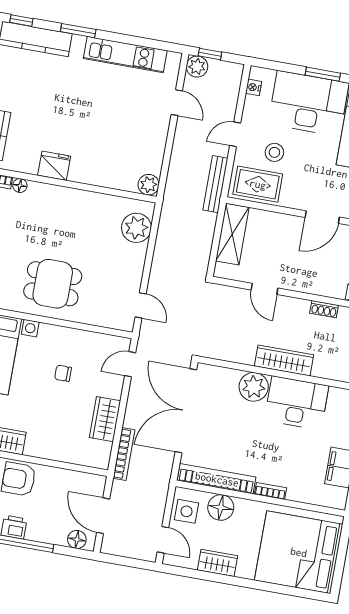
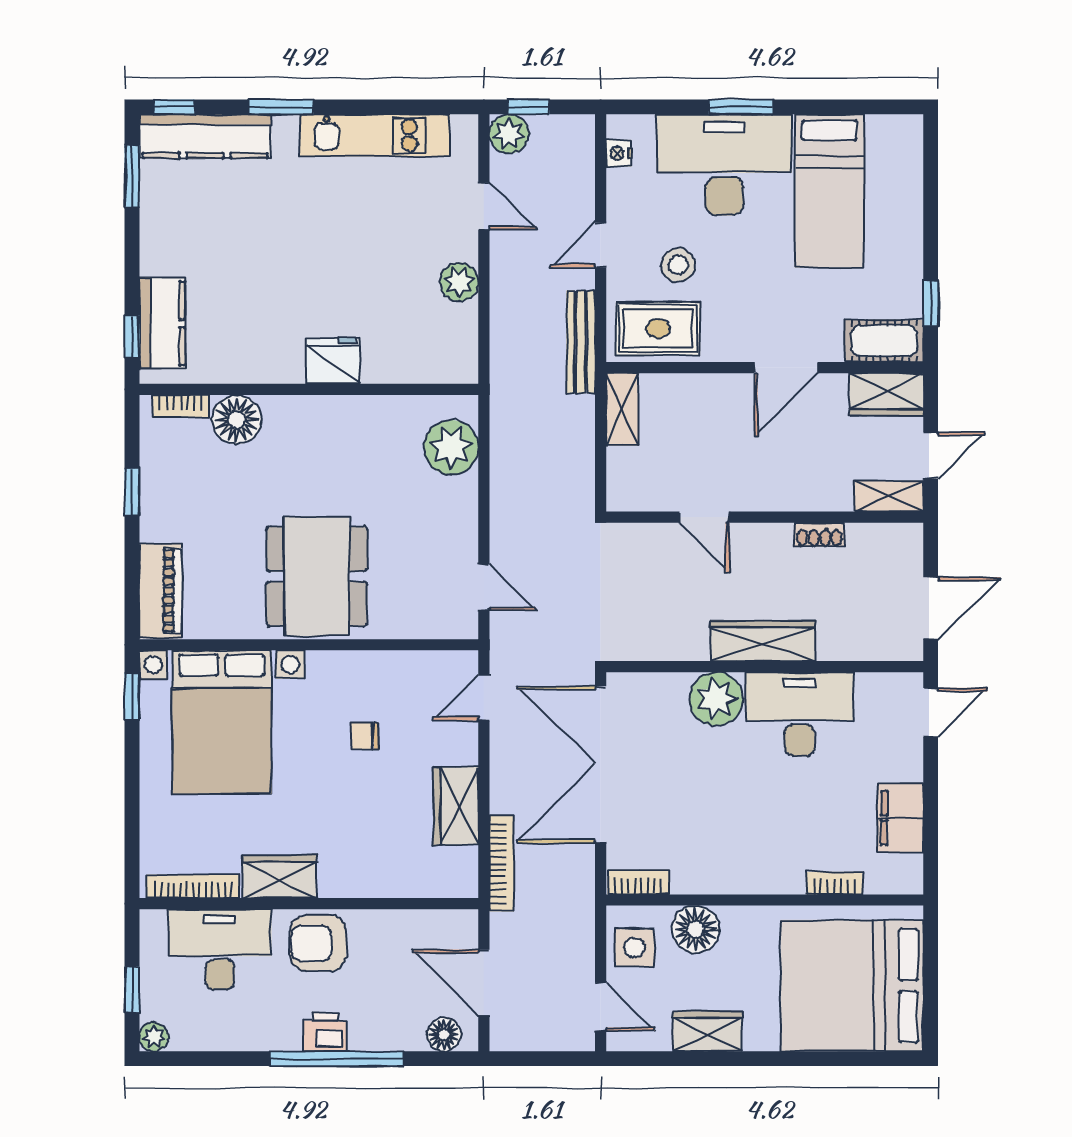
fridge: (54, 166) -> (333, 361), moved
plant: (149, 185) -> (459, 282), moved
floor lamp: (20, 186) -> (237, 420), width x1.89, depth x1.89
shelving: (232, 234) -> (622, 409), width x0.67, depth x0.75
dining table: (53, 284) -> (317, 576), width x1.38
bookcase: (217, 479) -> (638, 882), width x0.43, depth x0.76
bookcase: (270, 491) -> (834, 883), moved

